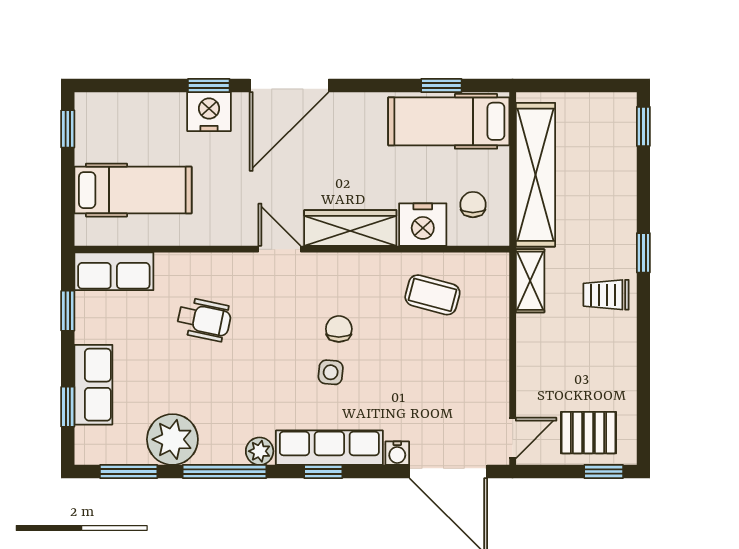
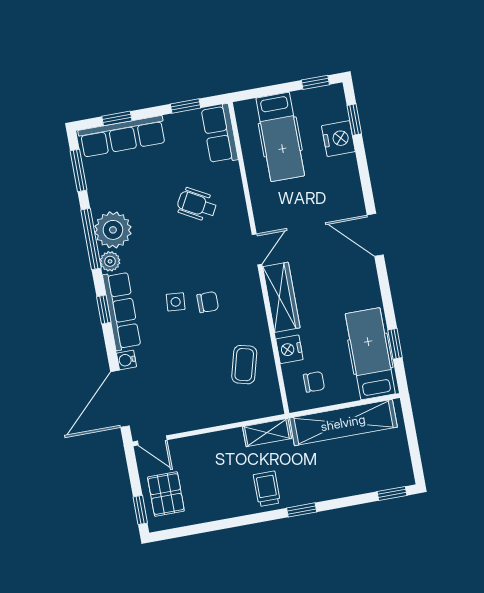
window: (209, 86) -> (354, 120), moved
door: (289, 86) -> (375, 235), width x0.73
nightstand: (209, 112) -> (338, 139), moved
nightstand: (423, 225) -> (289, 349), width x0.74, depth x0.75
wheelchair: (204, 319) -> (197, 205), turned 107
row of seats: (93, 385) -> (122, 136), width x1.48
plant: (172, 439) -> (113, 230), moved

